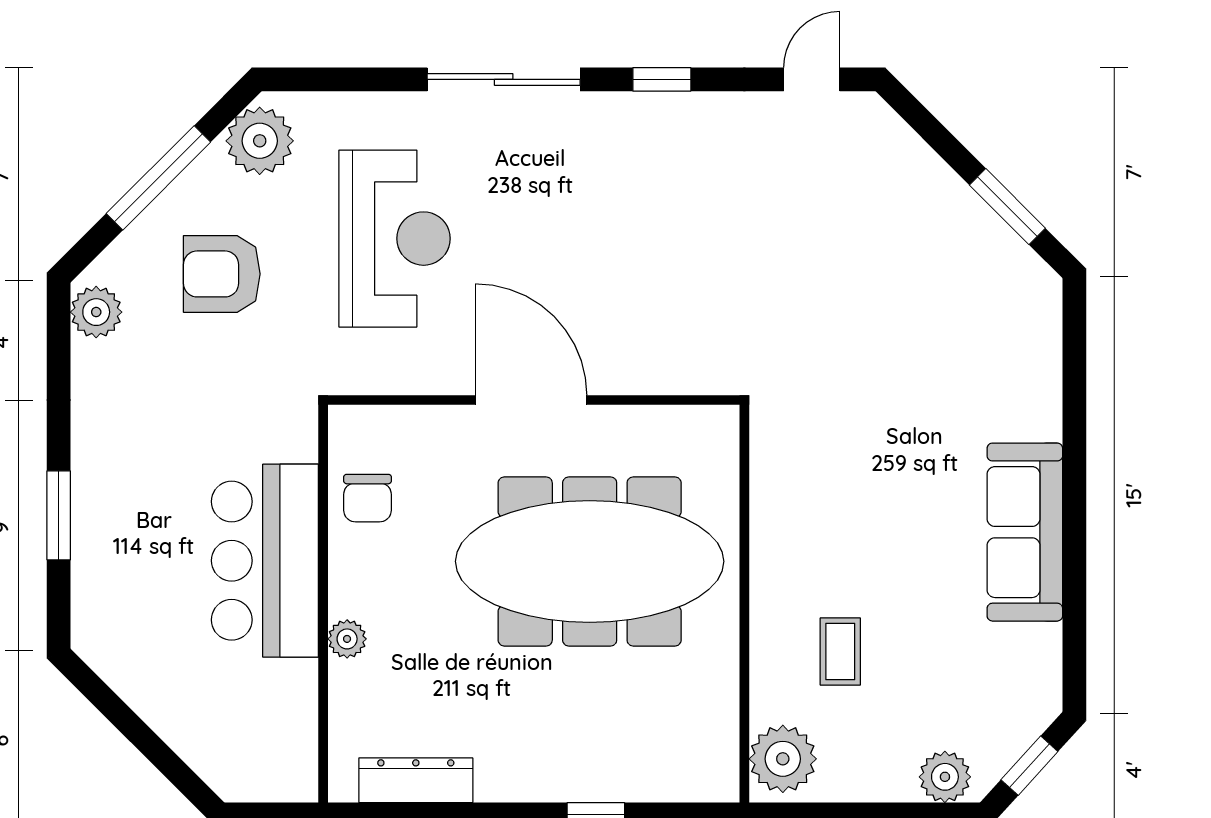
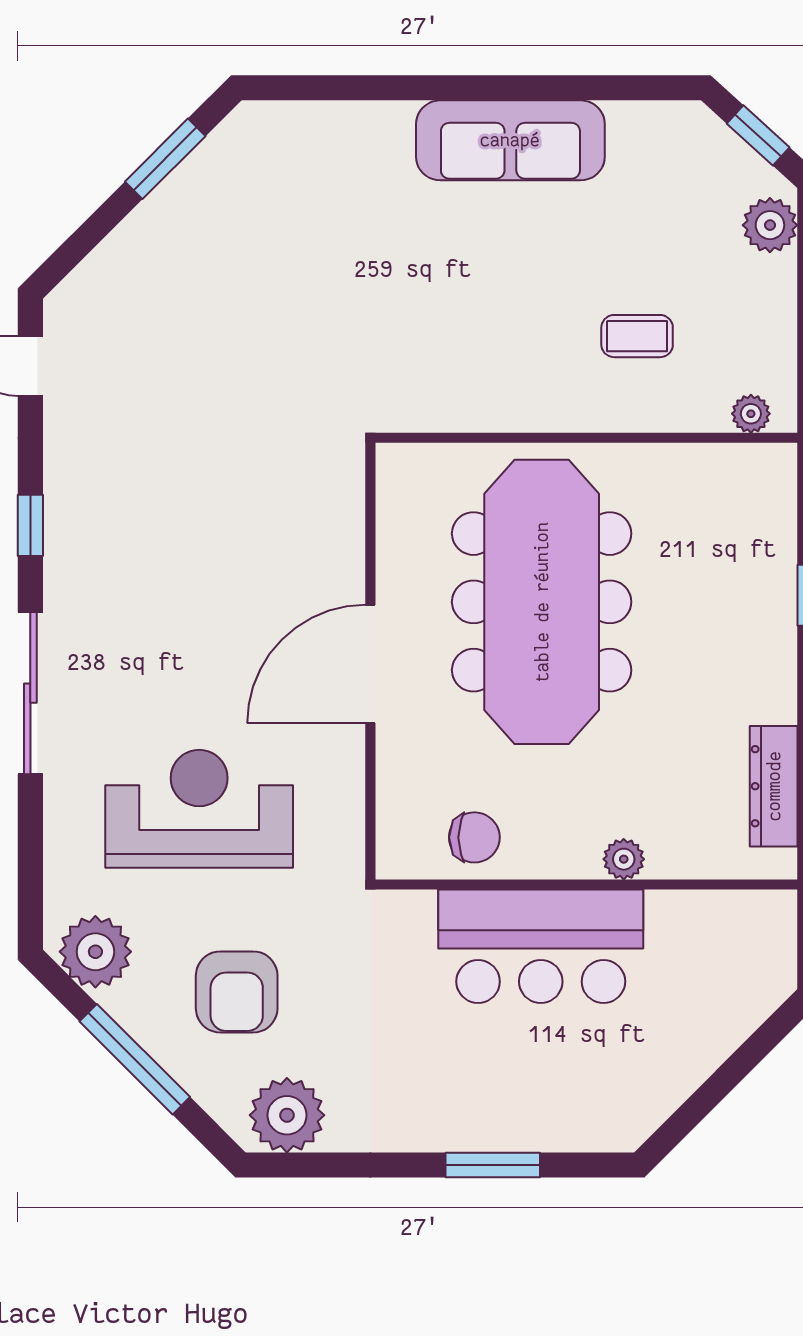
plant: (96, 312) -> (287, 1115), width x1.36, depth x1.36
plant: (783, 759) -> (751, 414), width x0.53, depth x0.53

